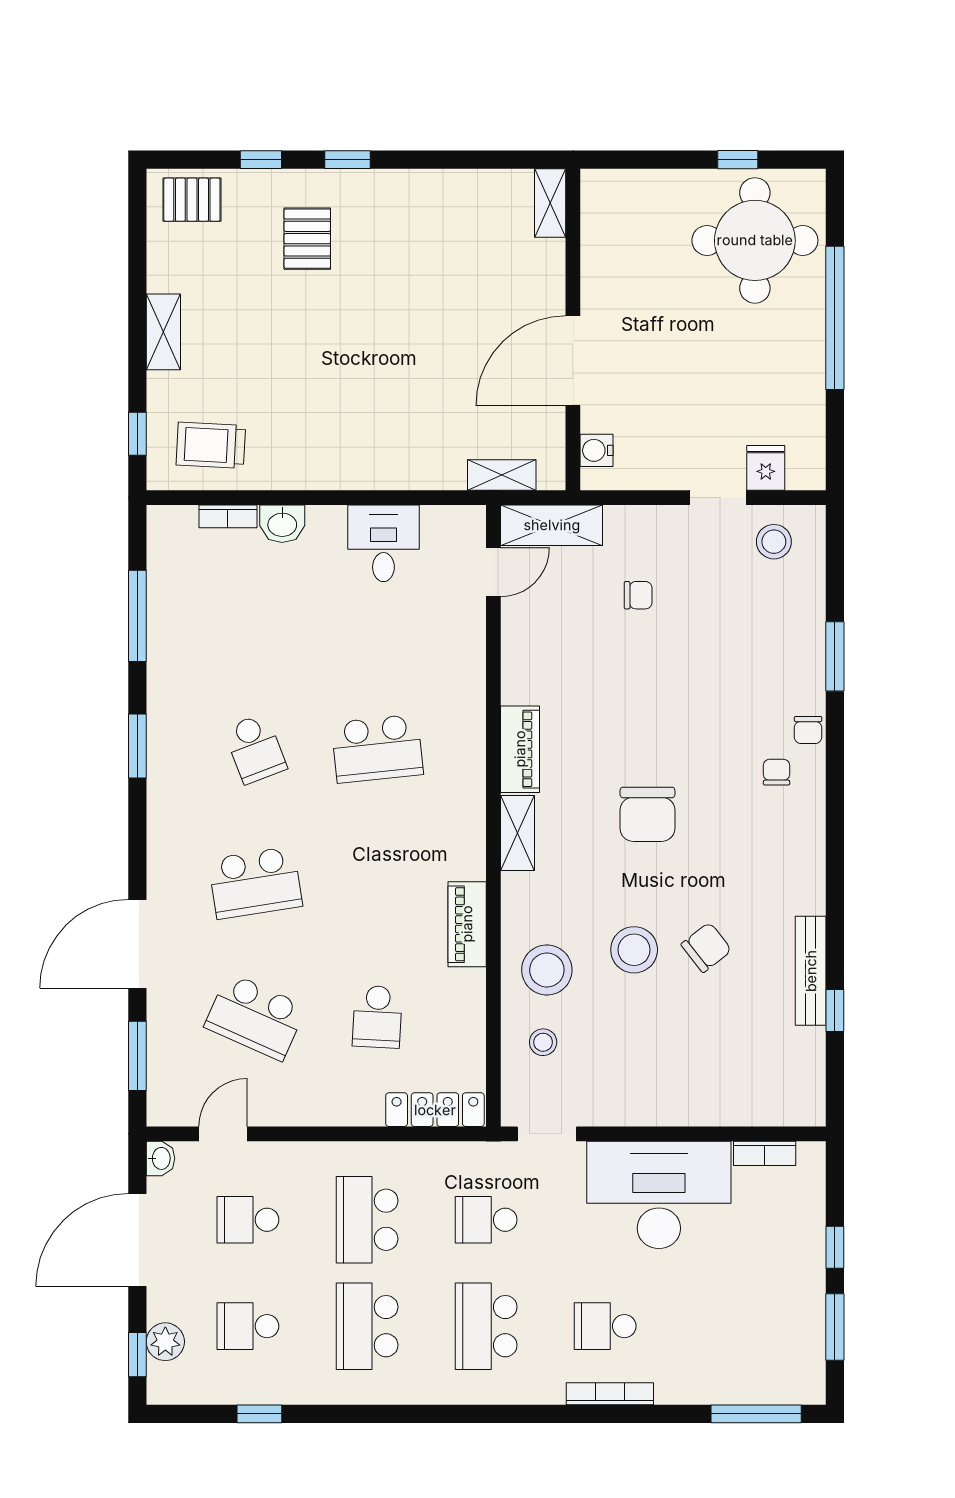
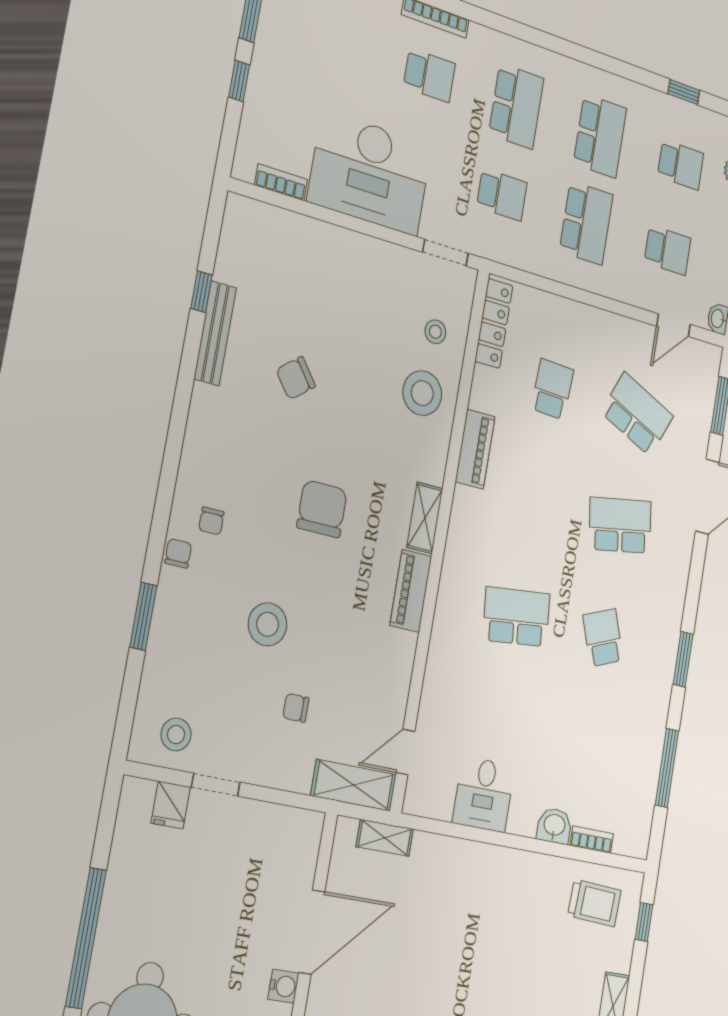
water cooler: (596, 450) -> (283, 986), moved
stool: (634, 950) -> (268, 624), moved
locker: (435, 1110) -> (494, 323), moved, turned -90

